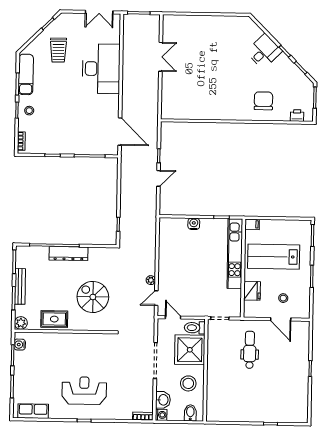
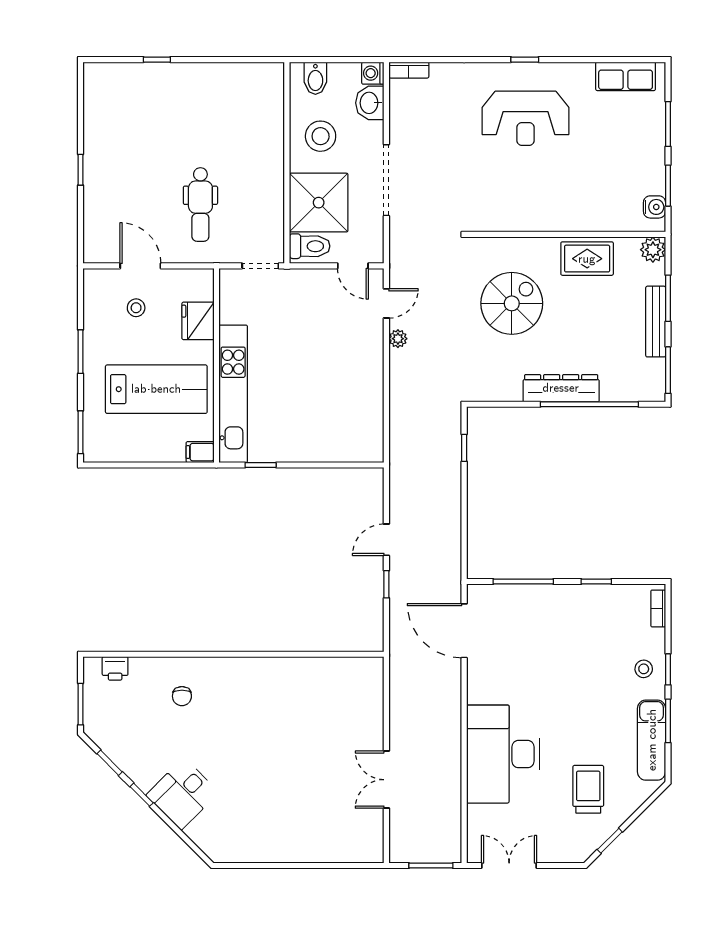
chair: (263, 101) -> (182, 696), width x0.54, depth x0.54
water cooler: (194, 224) -> (315, 451), removed
spiral stairs: (93, 297) -> (512, 303), turned -90

